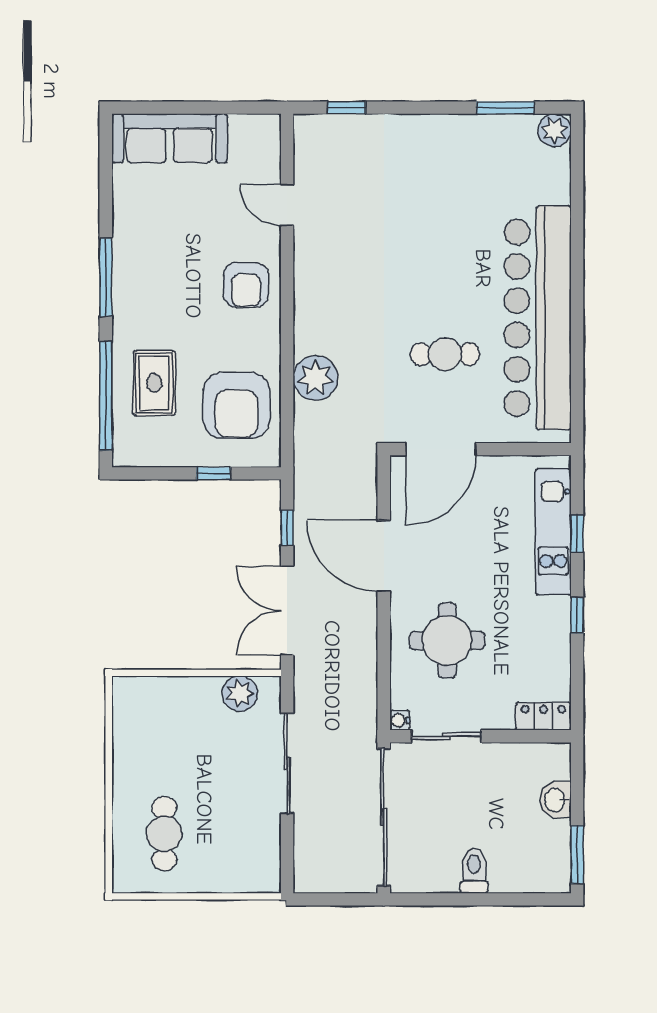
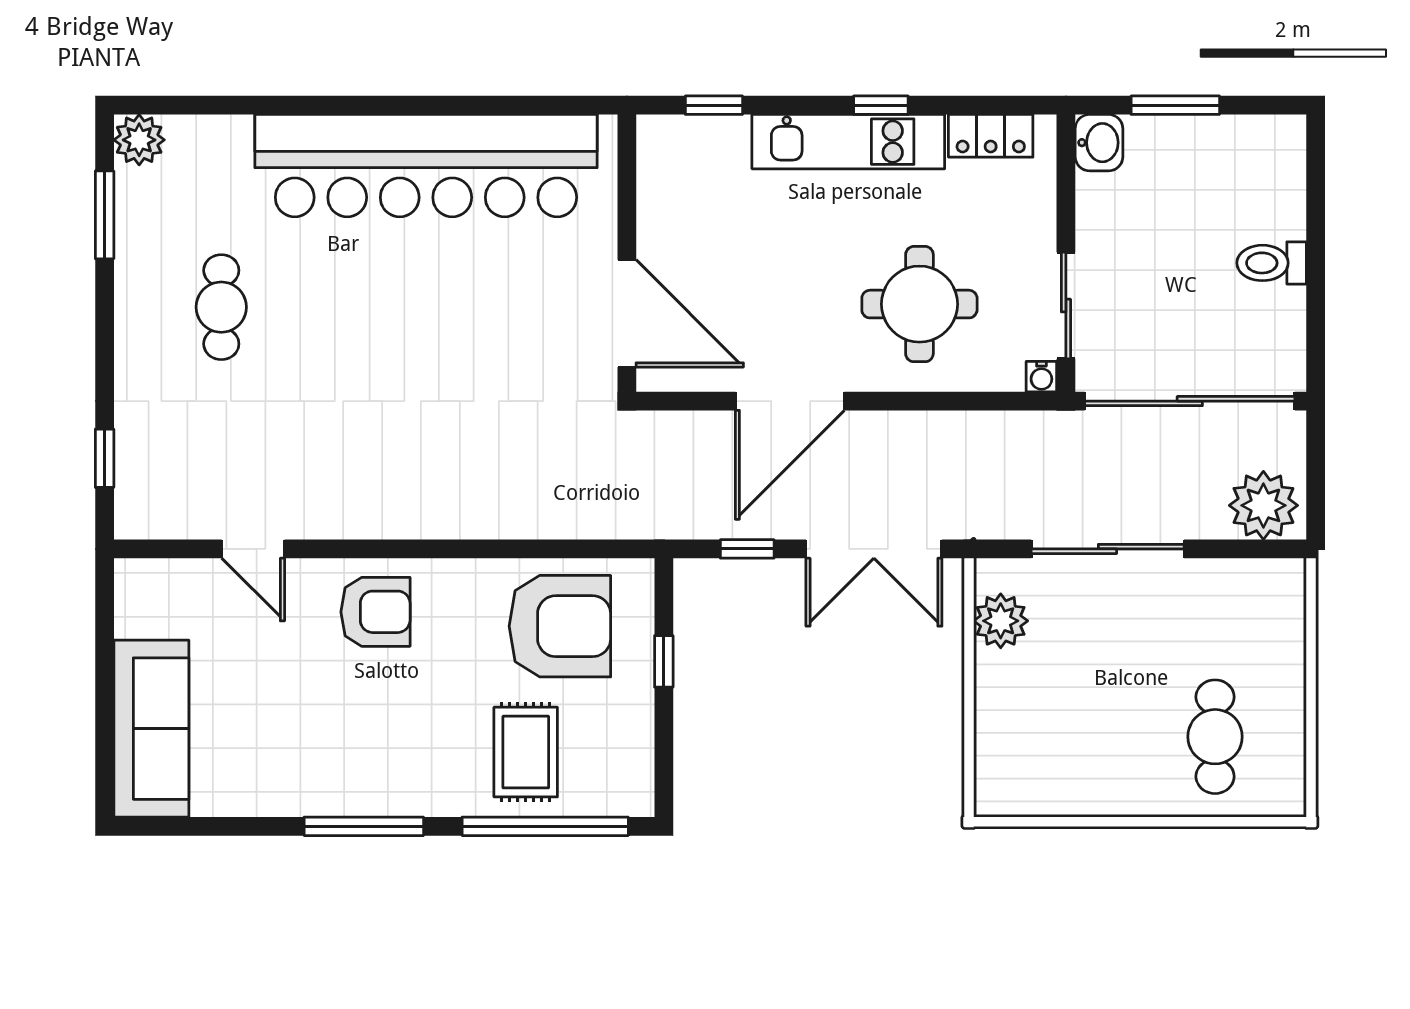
door: (287, 205) -> (253, 549), hinge flipped
cafe table: (445, 354) -> (221, 307), moved
plant: (315, 378) -> (1263, 505), moved
rug: (154, 383) -> (526, 752), turned 90
kitchen unit: (553, 532) -> (848, 142), moved
window: (577, 534) -> (714, 105), moved
locker: (543, 716) -> (991, 136), moved, turned -90
washbasin: (556, 800) -> (1099, 143), moved, turned -90
cafe table: (164, 834) -> (1215, 737), turned 90
window: (577, 855) -> (1175, 105), moved

